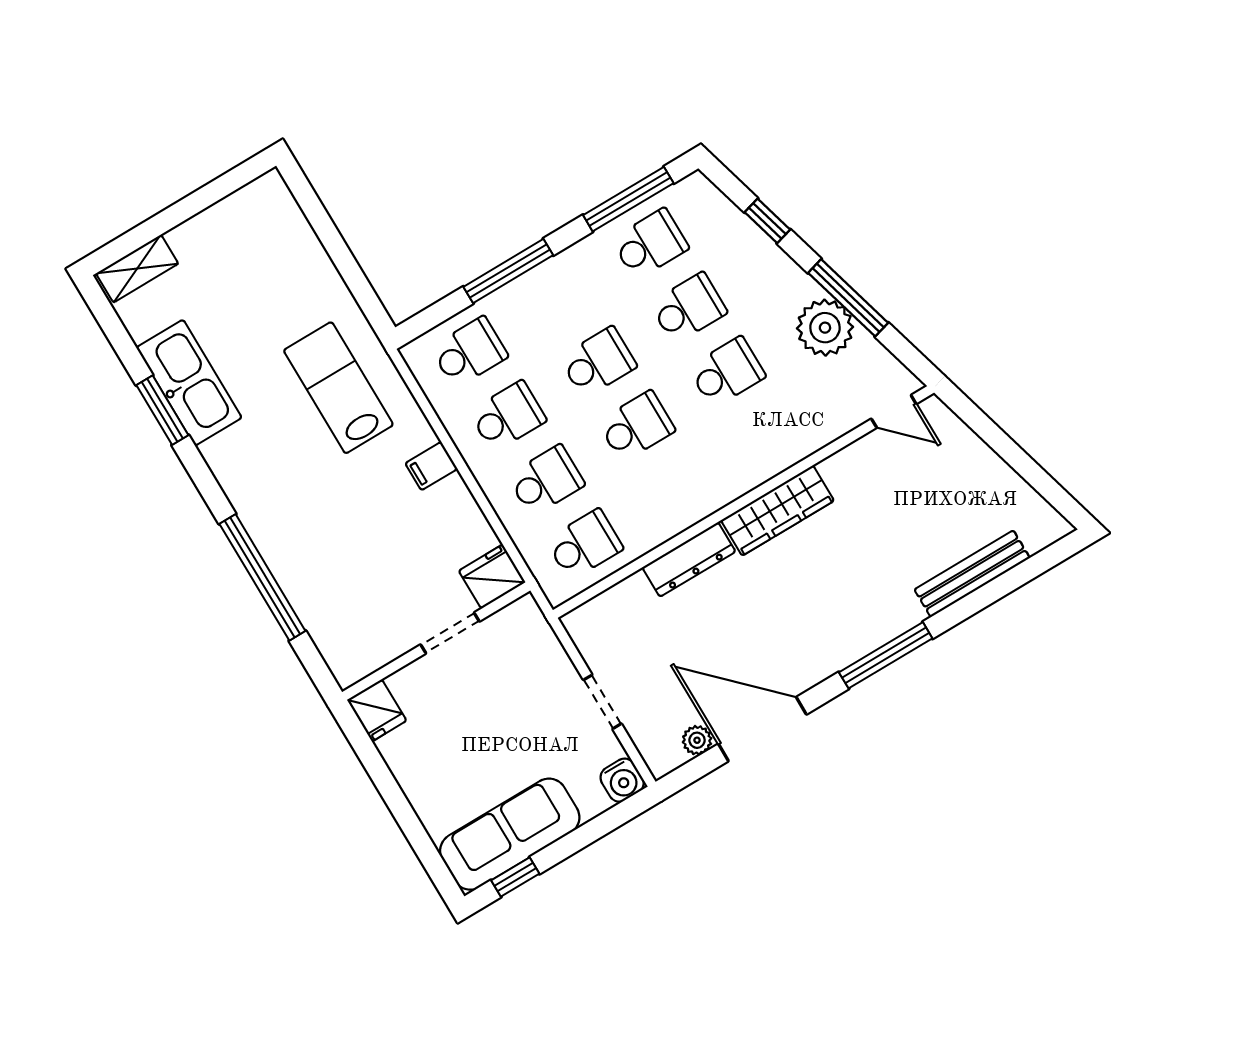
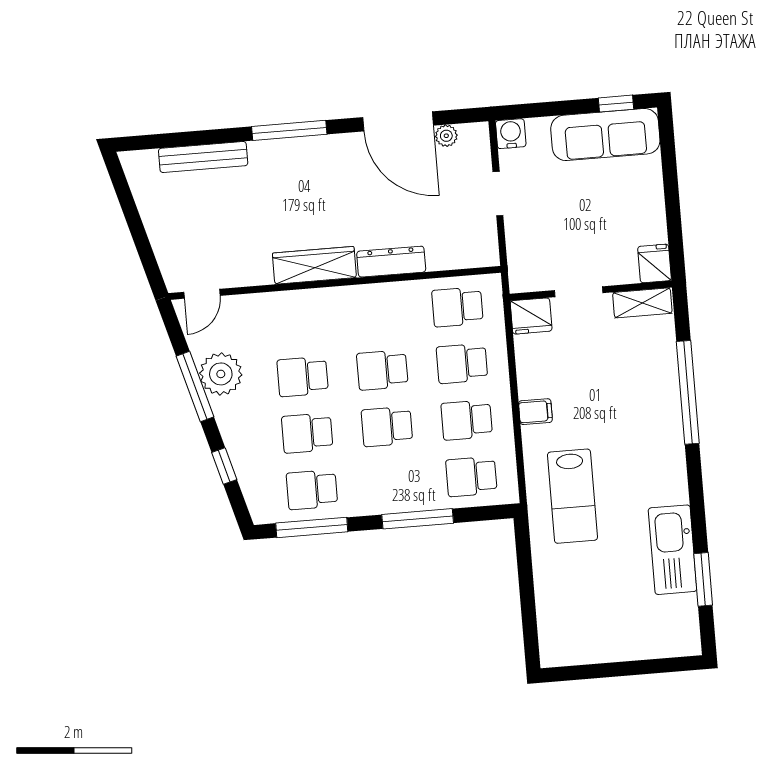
shelving: (137, 269) -> (642, 303), moved
window: (162, 410) -> (703, 579), moved
door: (894, 411) -> (202, 294), swing flipped

